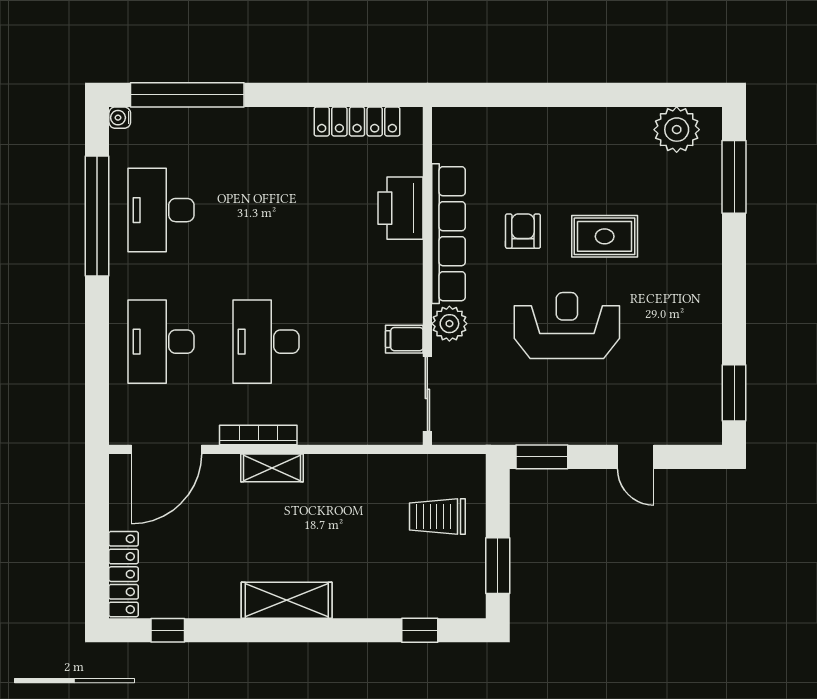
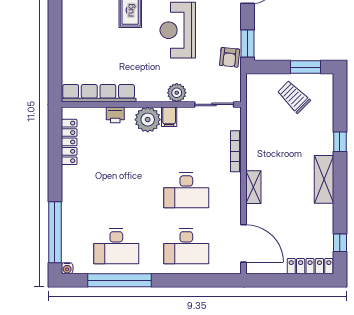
printer: (400, 208) -> (115, 115), width x0.53, depth x0.68
armchair: (523, 231) -> (230, 57), moved, turned -84
row of seats: (449, 234) -> (99, 93), moved
plant: (399, 269) -> (148, 120), added
filing cabinet: (404, 339) -> (169, 117), moved
bookcase: (258, 435) -> (236, 151), moved
trolley: (437, 517) -> (294, 97), moved, turned 135
window: (420, 630) -> (340, 142), moved

